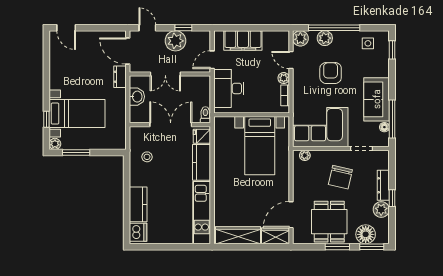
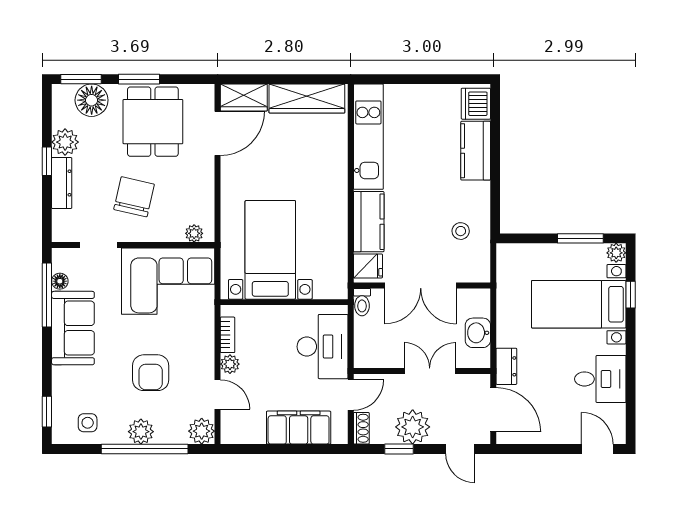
plant: (325, 38) -> (141, 432), moved
shoe rack: (206, 40) -> (361, 428), added
desk: (64, 69) -> (600, 379), added

